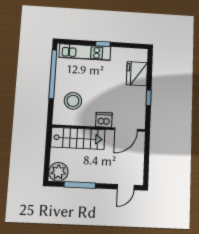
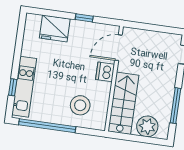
window: (103, 44) -> (13, 87), moved
door: (126, 130) -> (118, 48), swing flipped
plant: (58, 172) -> (147, 126), moved

